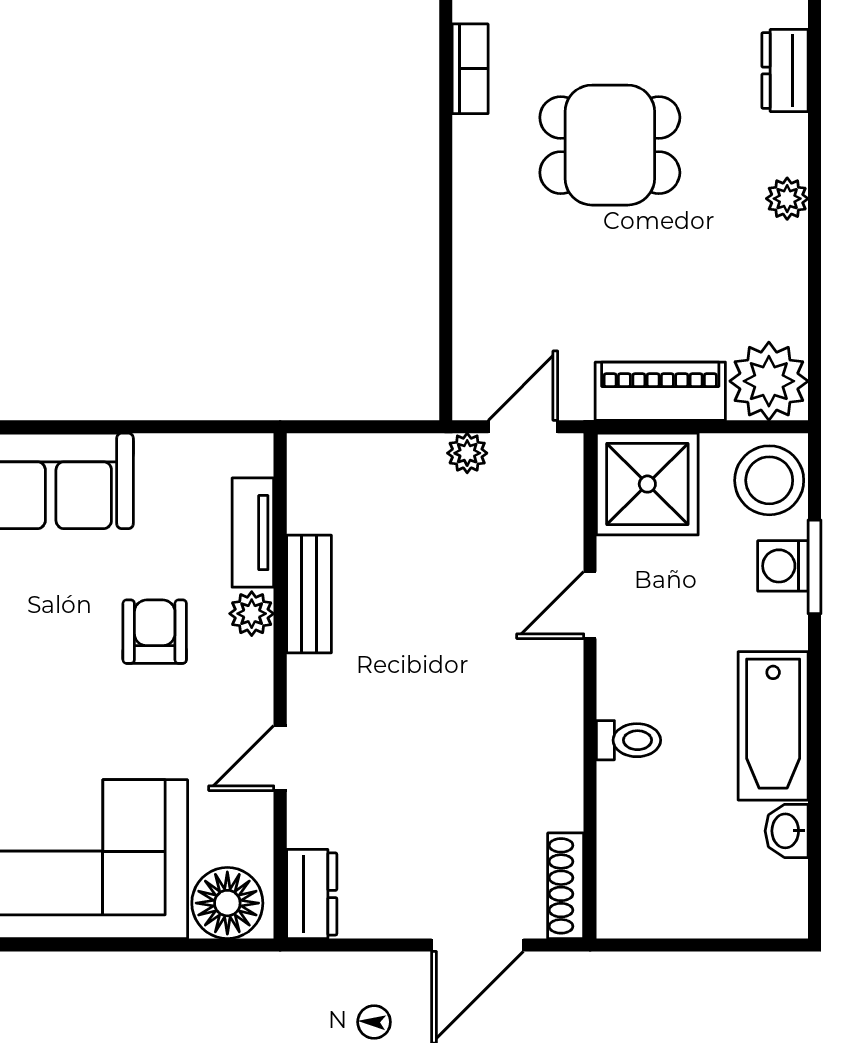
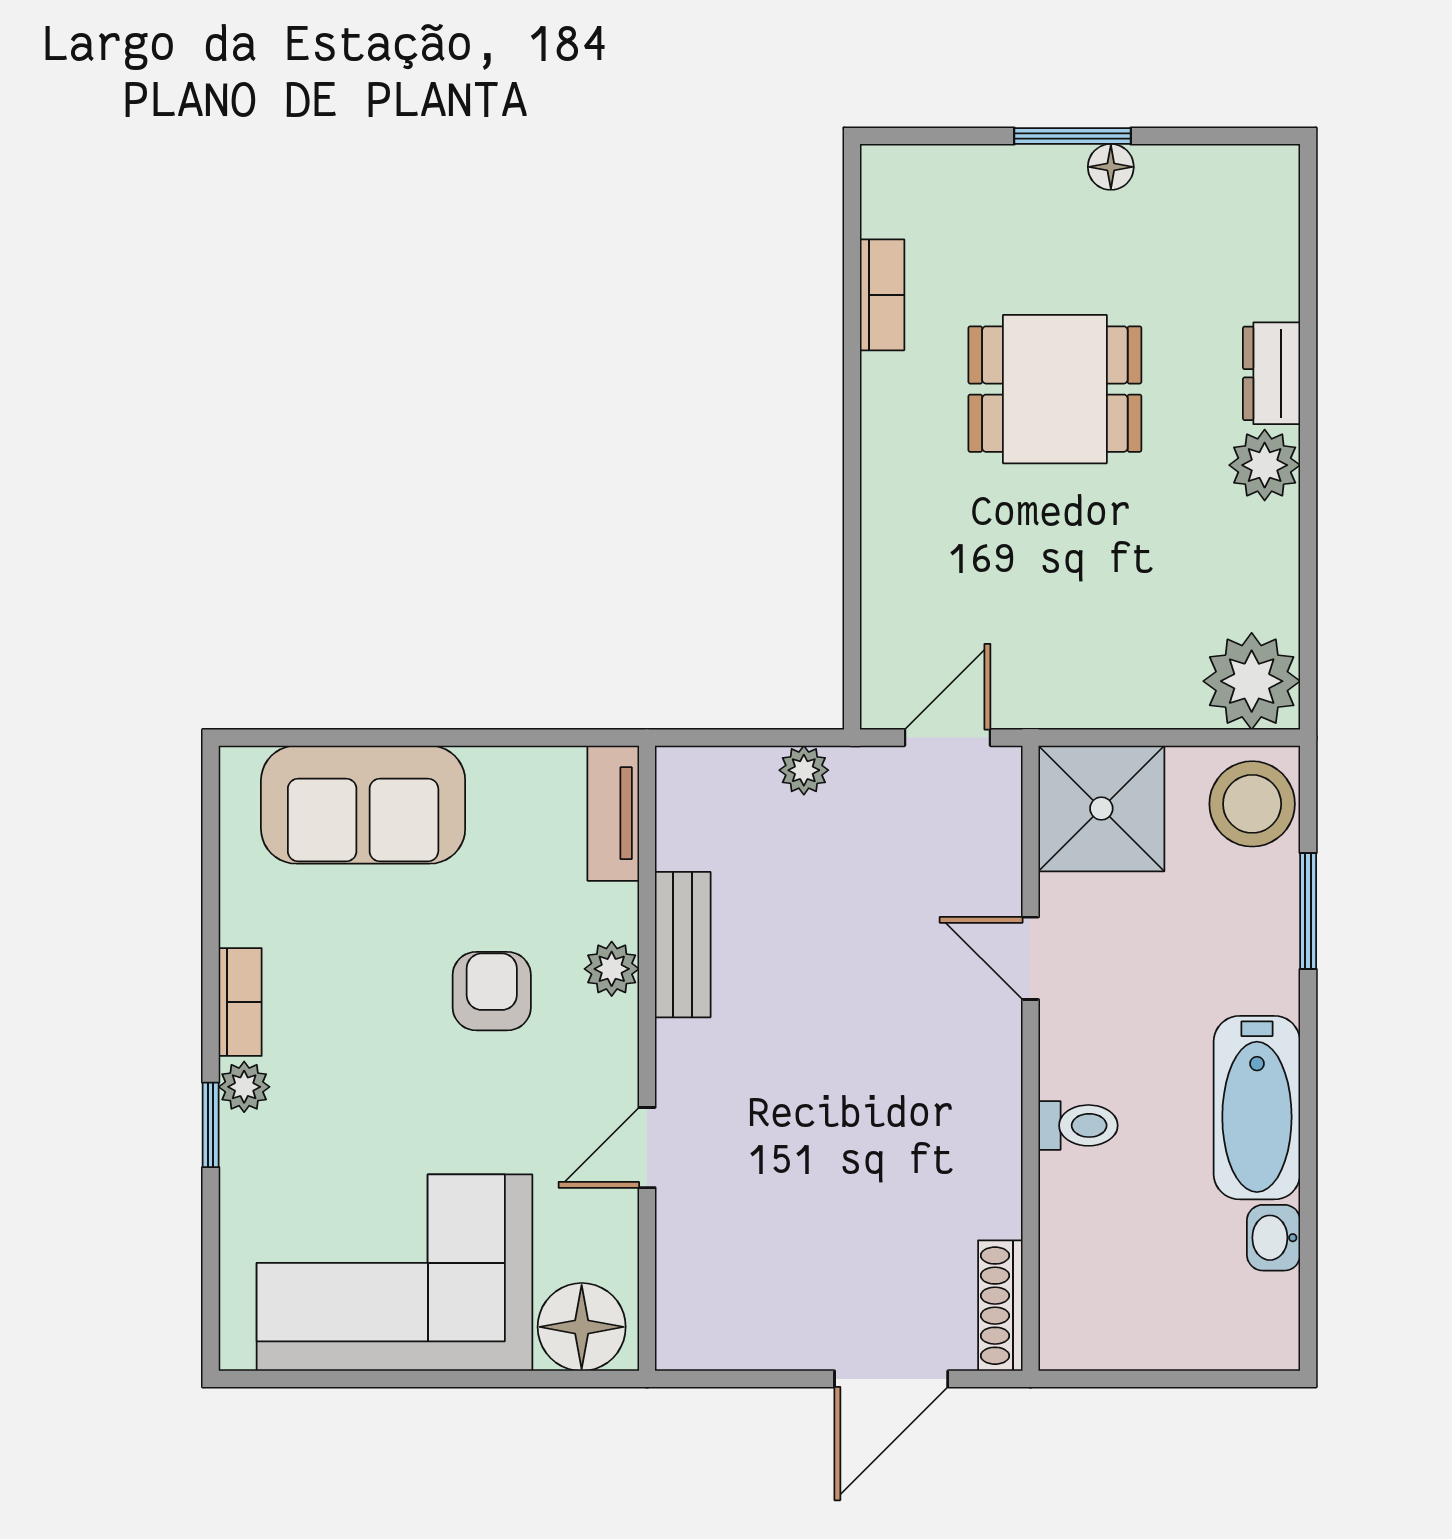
dresser: (785, 70) -> (1272, 373), moved
plant: (787, 199) -> (1265, 465), width x1.38, depth x1.38
piano: (660, 391) -> (1117, 694), removed
plant: (467, 453) -> (804, 770), moved
tv unit: (253, 533) -> (613, 813), moved
washing machine: (783, 566) -> (1269, 910), removed
door: (590, 605) -> (1030, 958), hinge flipped
dresser: (312, 894) -> (686, 1316), removed

